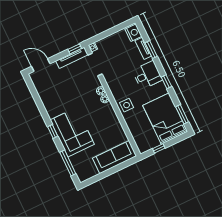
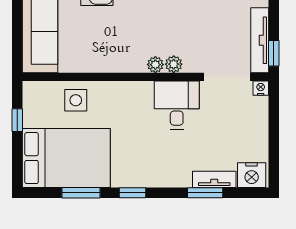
desk: (147, 75) -> (177, 105), moved, turned 180
side table: (127, 105) -> (76, 100), moved
window: (182, 114) -> (81, 193), moved

